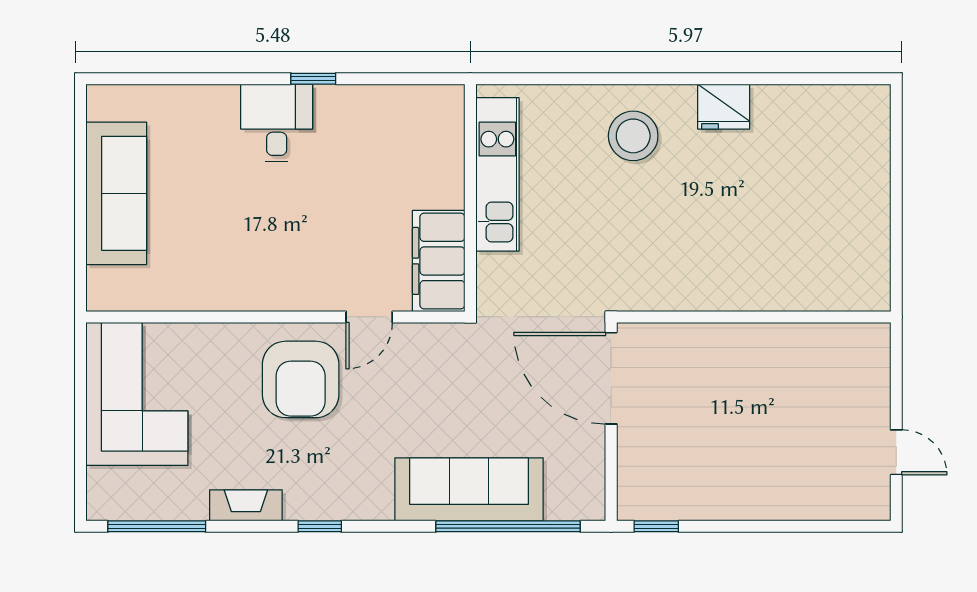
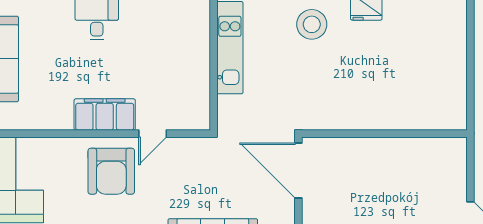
filing cabinet: (439, 261) -> (105, 114), moved, turned 90

